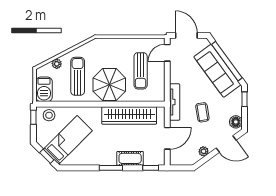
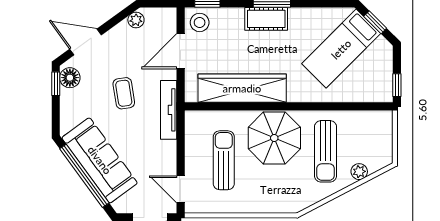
door: (167, 53) -> (181, 189), swing flipped
barbecue: (44, 89) -> (380, 130), removed
window: (245, 99) -> (56, 84), moved
stool: (49, 115) -> (200, 22), moved
plant: (204, 151) -> (136, 20), moved
cot: (130, 158) -> (266, 19), moved

